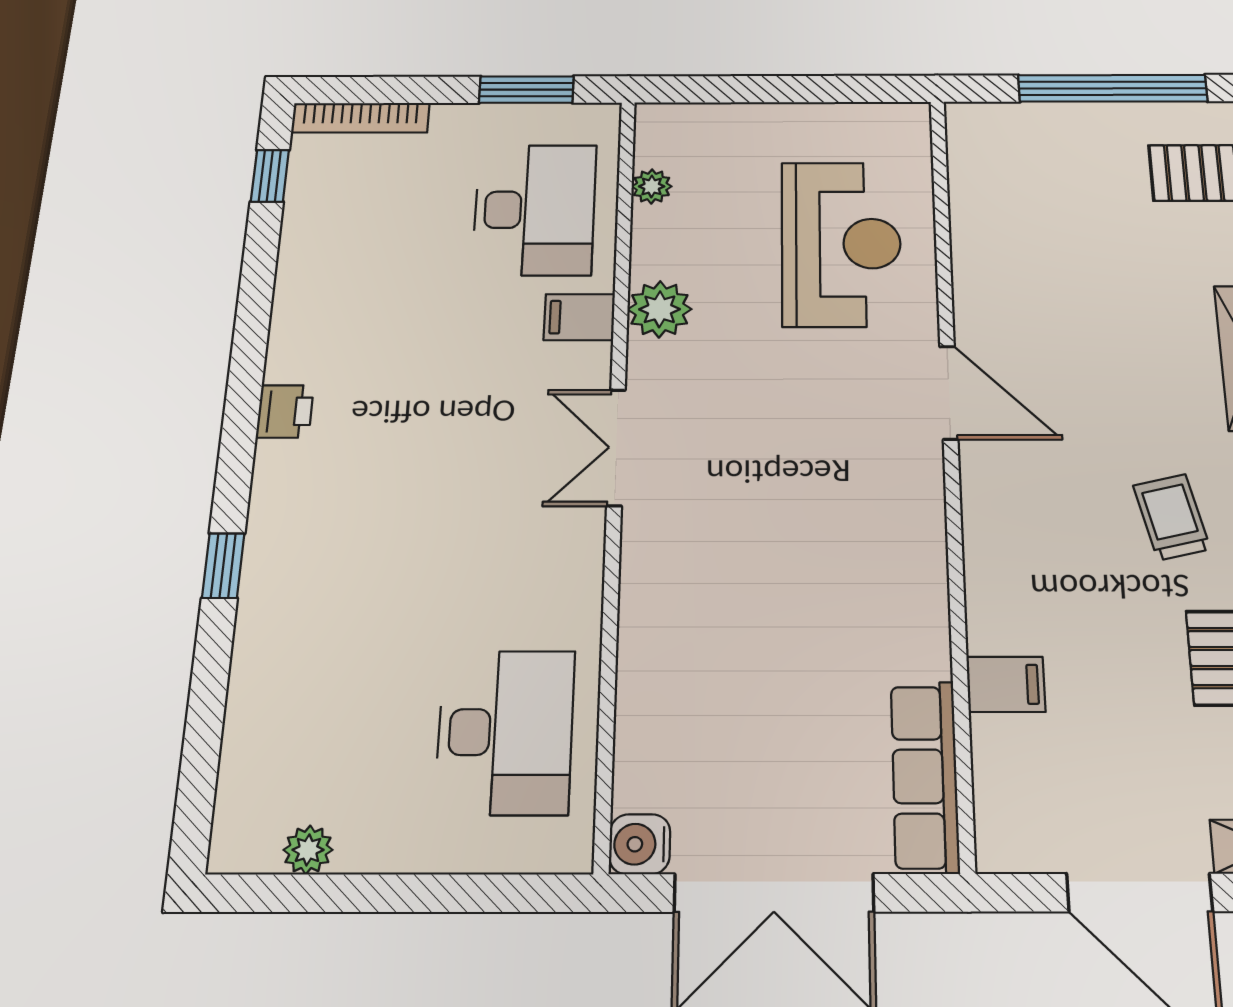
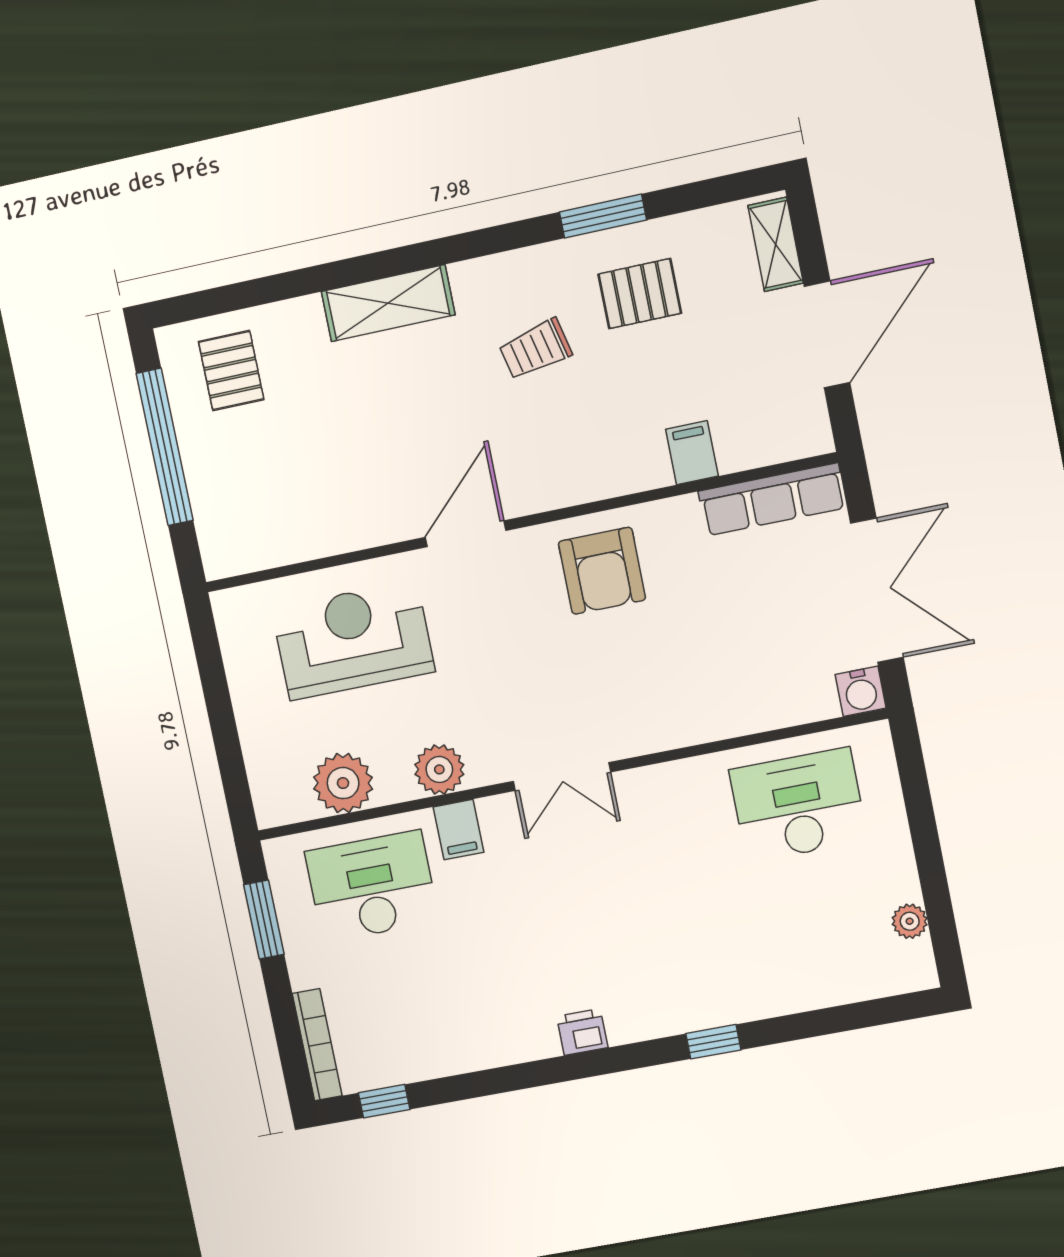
plant: (652, 186) -> (343, 783), width x1.87, depth x1.87
armchair: (871, 544) -> (602, 571), added

